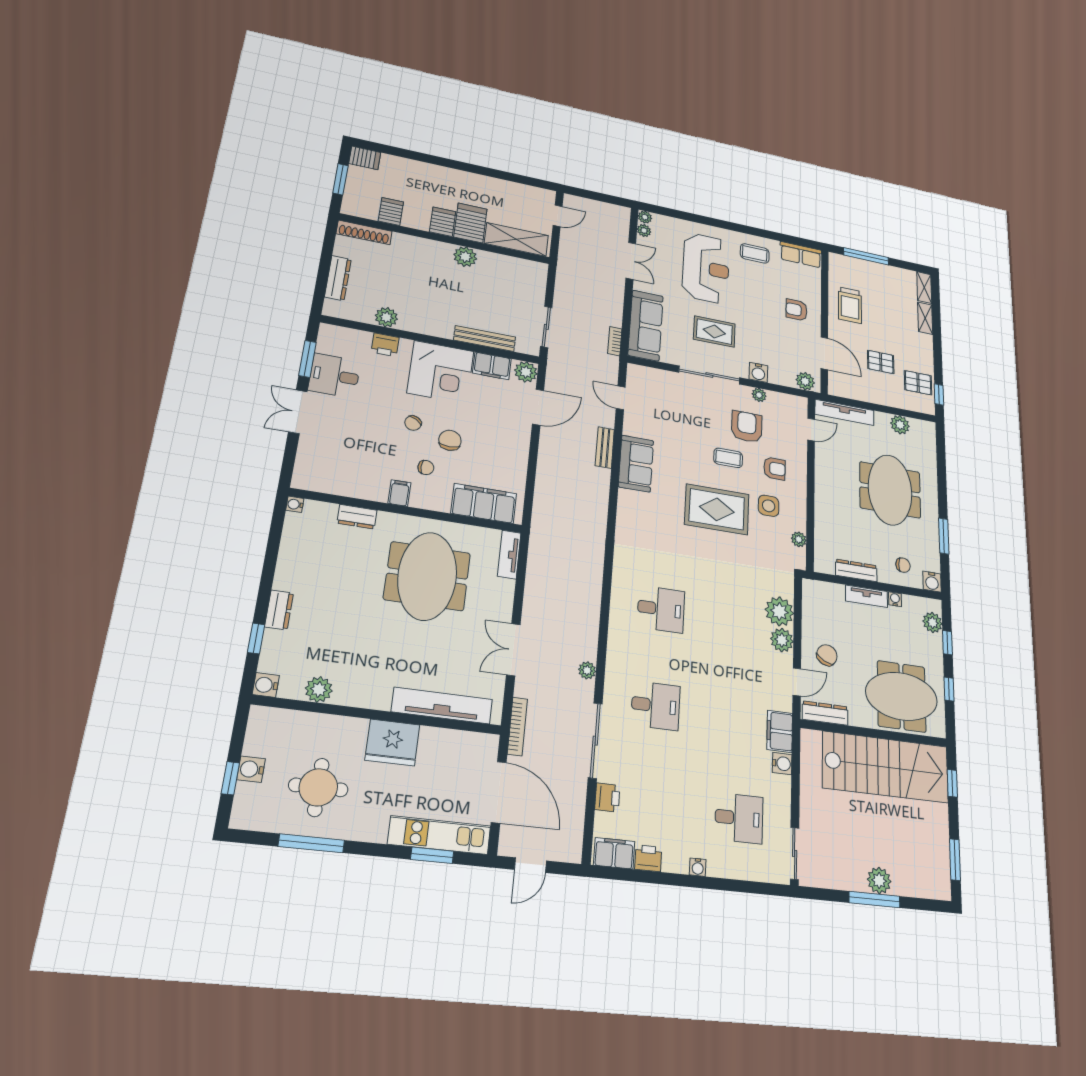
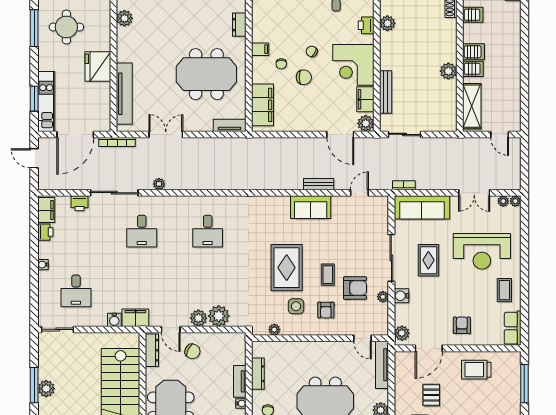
server rack: (470, 223) -> (473, 69), width x0.73, depth x0.70

